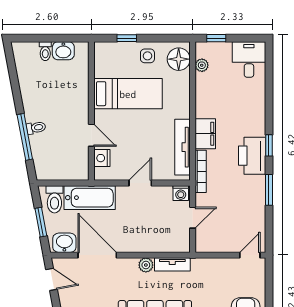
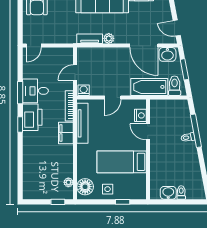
desk: (249, 59) -> (35, 91), moved, turned 90

